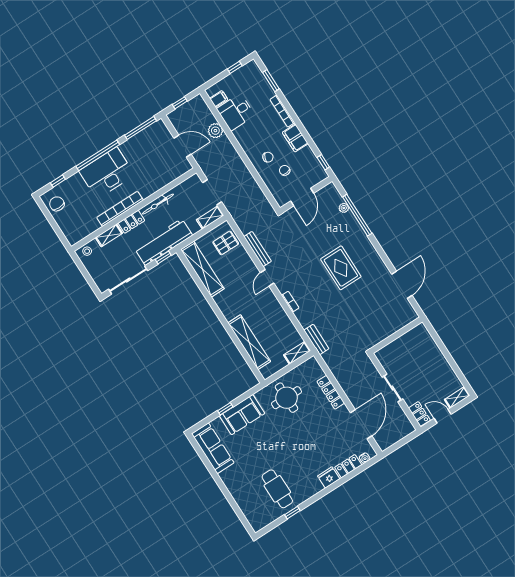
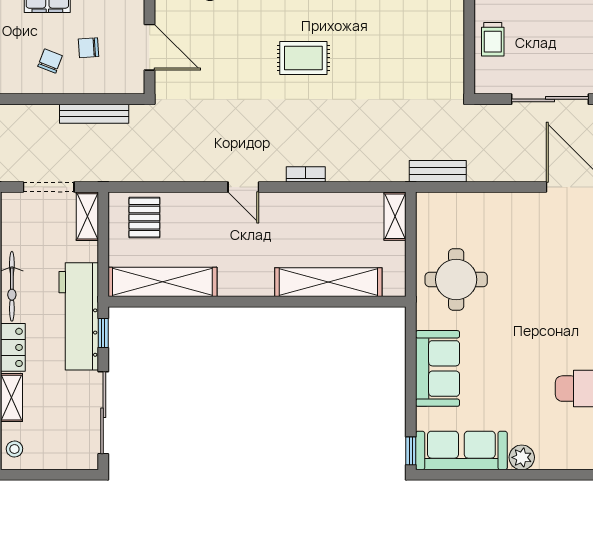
bench: (258, 249) -> (94, 114), moved
rug: (341, 268) -> (303, 58), width x0.73, depth x0.70
bench: (316, 339) -> (438, 171), moved
trolley: (403, 346) -> (493, 39), added
sliding door: (392, 388) -> (550, 99), width x1.37
locker: (331, 392) -> (493, 203), removed
window: (225, 409) -> (411, 451), moved
plant: (227, 477) -> (522, 457), added

